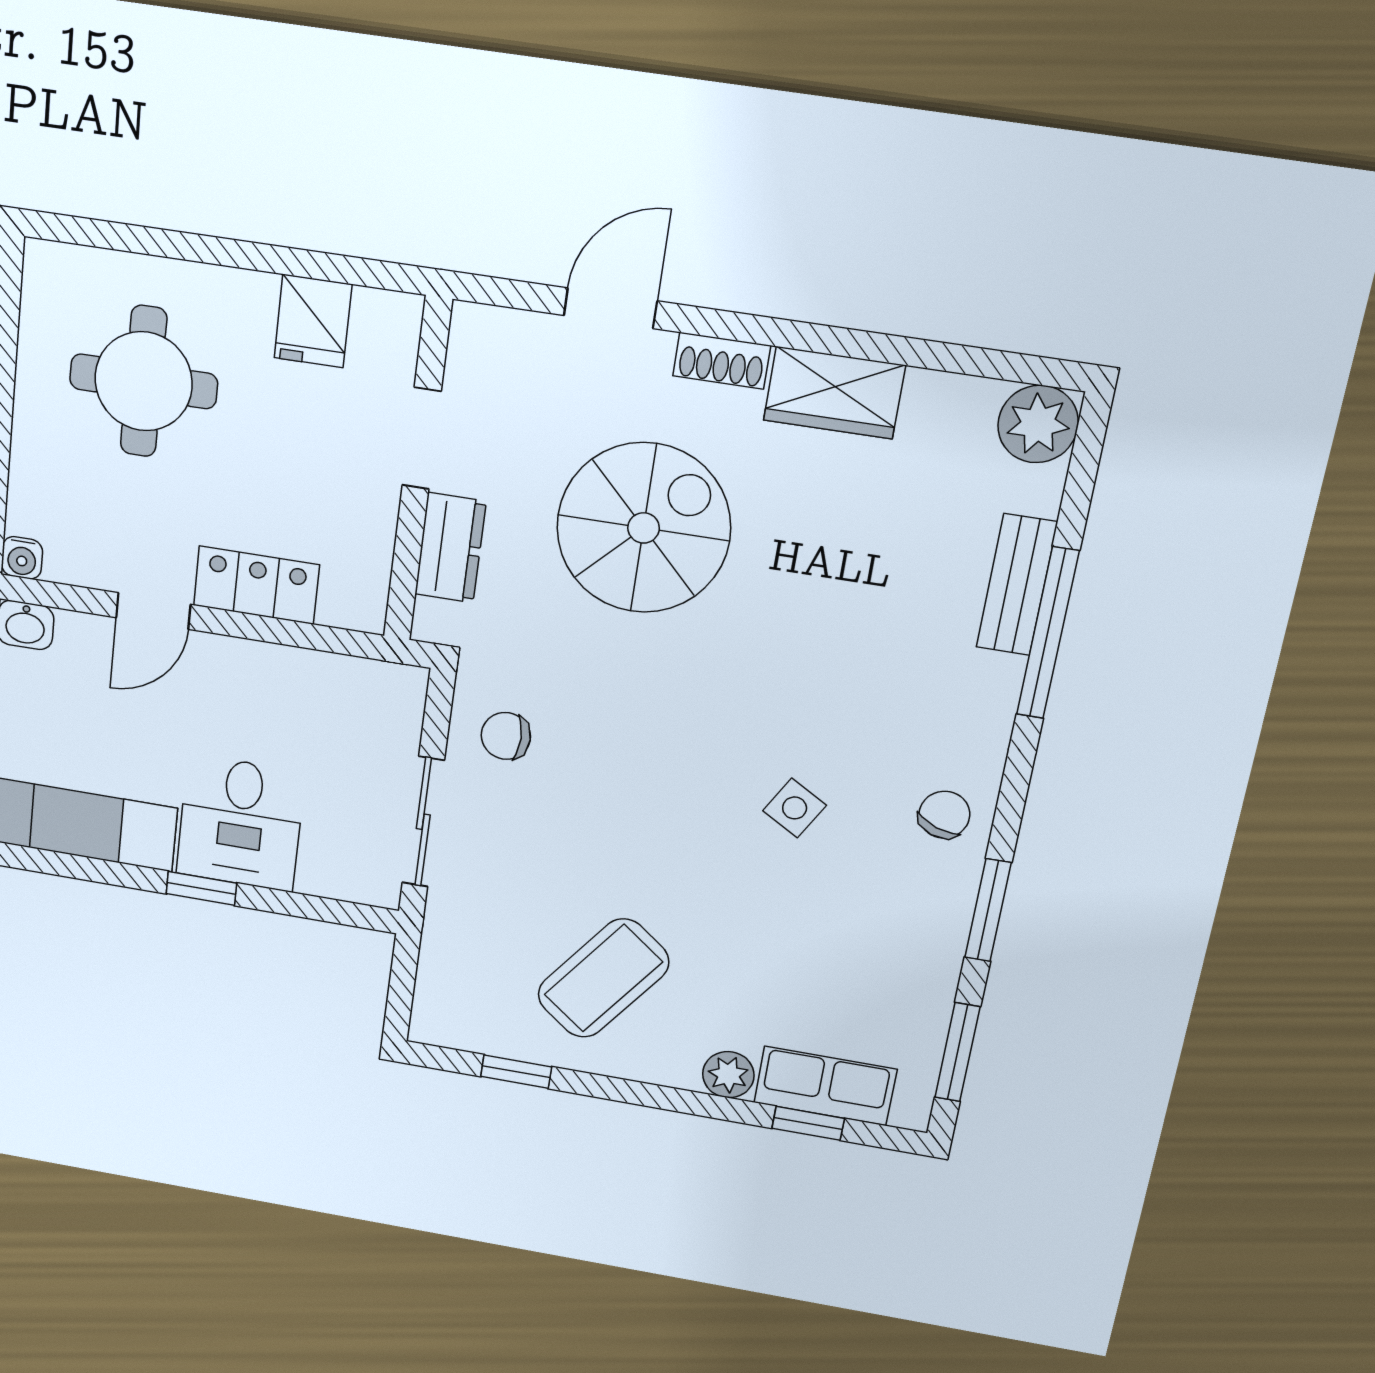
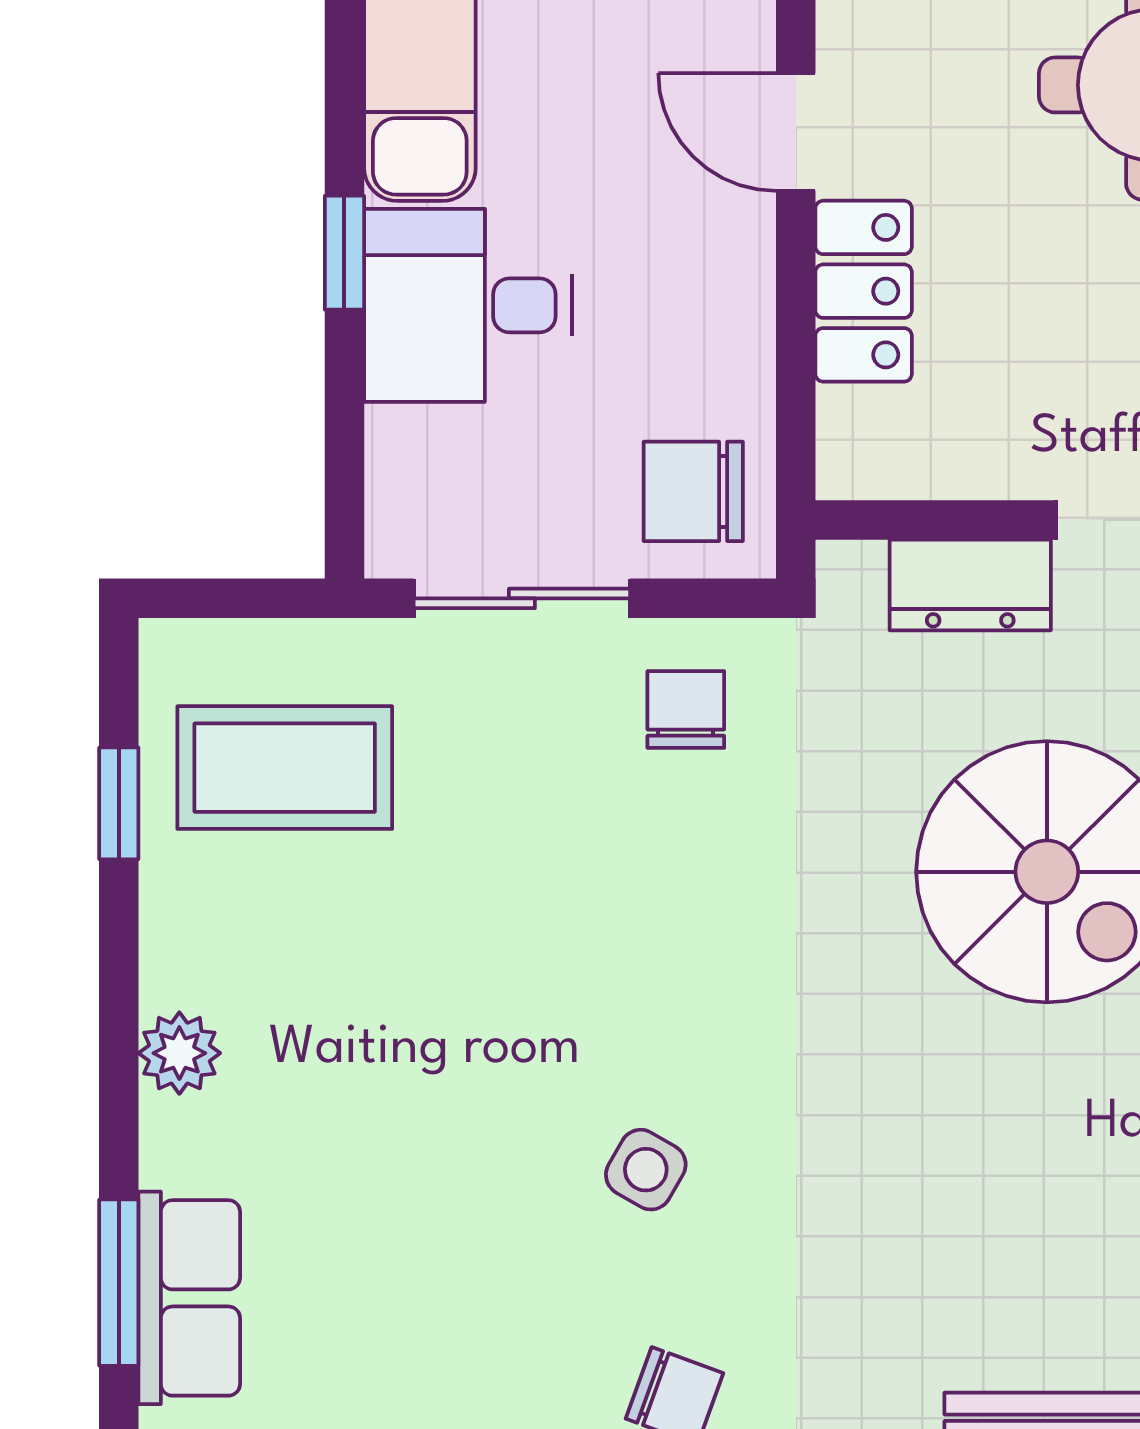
chair: (370, 709) -> (693, 491), added
coffee table: (603, 978) -> (285, 768), moved, turned -37
plant: (728, 1075) -> (179, 1053), moved
window: (808, 1123) -> (119, 1283), width x1.50

